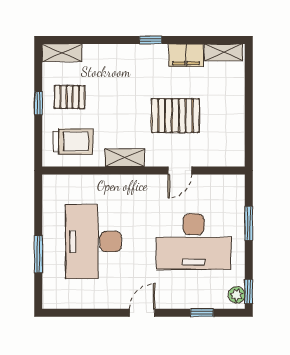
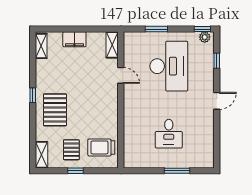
filing cabinet: (186, 55) -> (74, 39), moved, turned 90
pallet: (175, 116) -> (55, 110), moved
trolley: (73, 142) -> (101, 147), turned -90
shelving: (125, 158) -> (112, 45), moved
desk: (93, 242) -> (169, 134), width x0.53, depth x0.77
door: (142, 313) -> (217, 101), swing flipped

